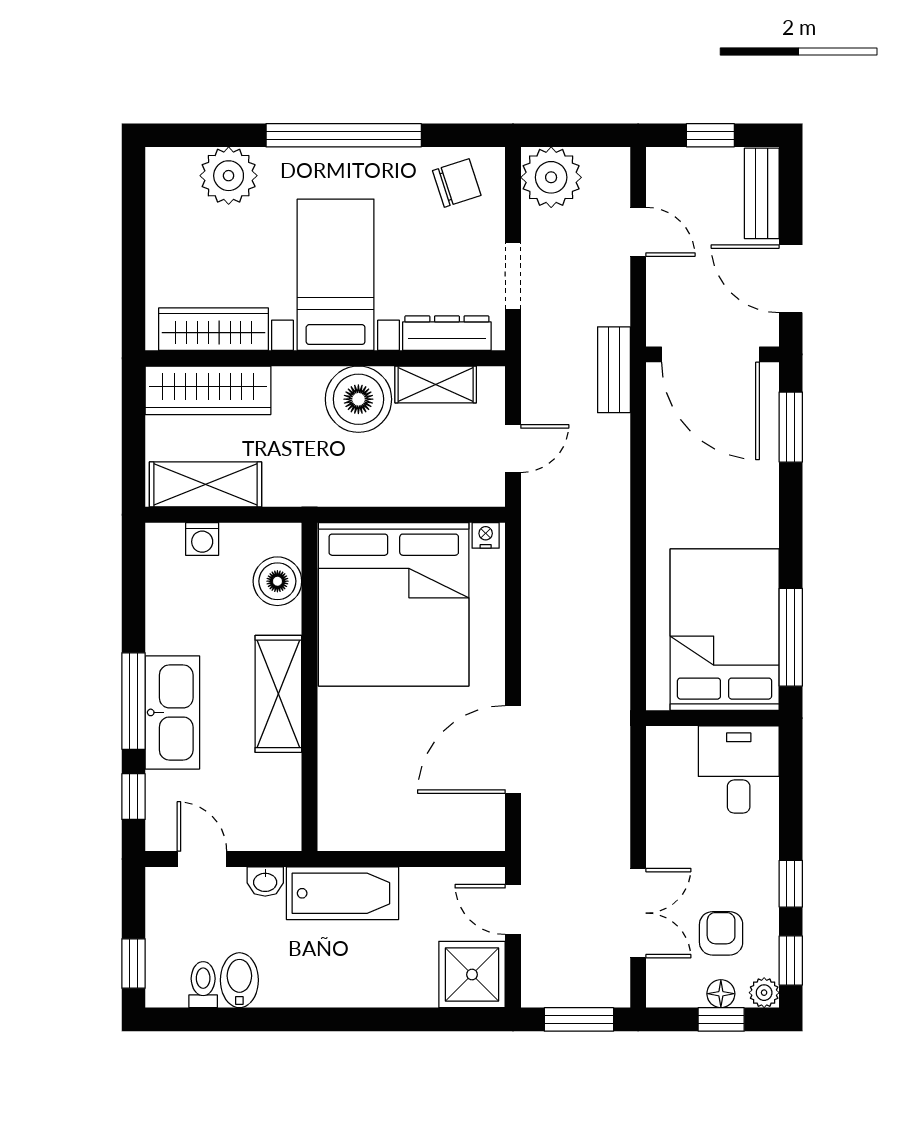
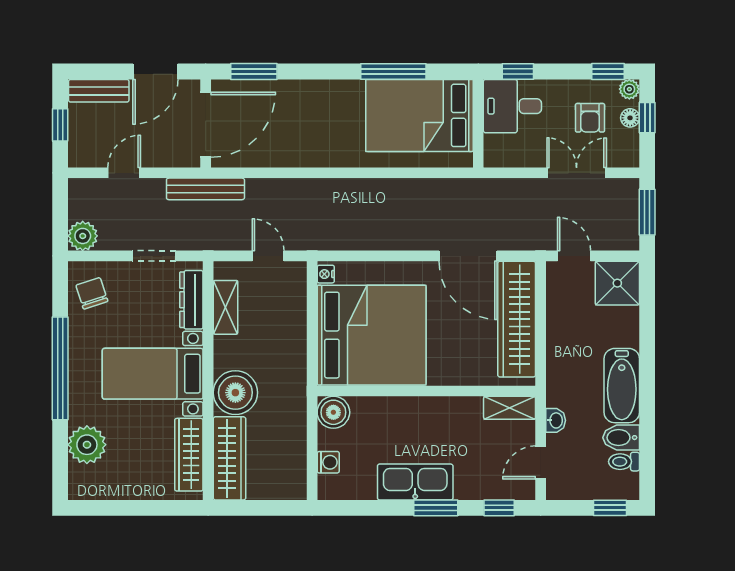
plant: (551, 177) -> (83, 236), width x0.73, depth x0.73
bench: (614, 370) -> (205, 189), width x1.36
boiler: (358, 399) -> (235, 393), moved
shelving: (205, 484) -> (292, 460), removed
boiler: (277, 581) -> (333, 412), moved
bed: (725, 630) -> (420, 115), moved
shelving: (278, 694) -> (510, 408), moved, width x0.67, depth x0.75
window: (134, 701) -> (436, 508), width x0.69
kitchen sink: (172, 712) -> (415, 482), moved
wall: (713, 718) -> (478, 123), moved
desk: (739, 770) -> (512, 106), moved
wardrobe: (418, 823) -> (517, 319), added
window: (791, 884) -> (518, 71), moved
bathtub: (342, 893) -> (622, 386), moved, turned 180
door: (513, 909) -> (574, 256), swing flipped
armchair: (721, 933) -> (590, 118), turned -90

